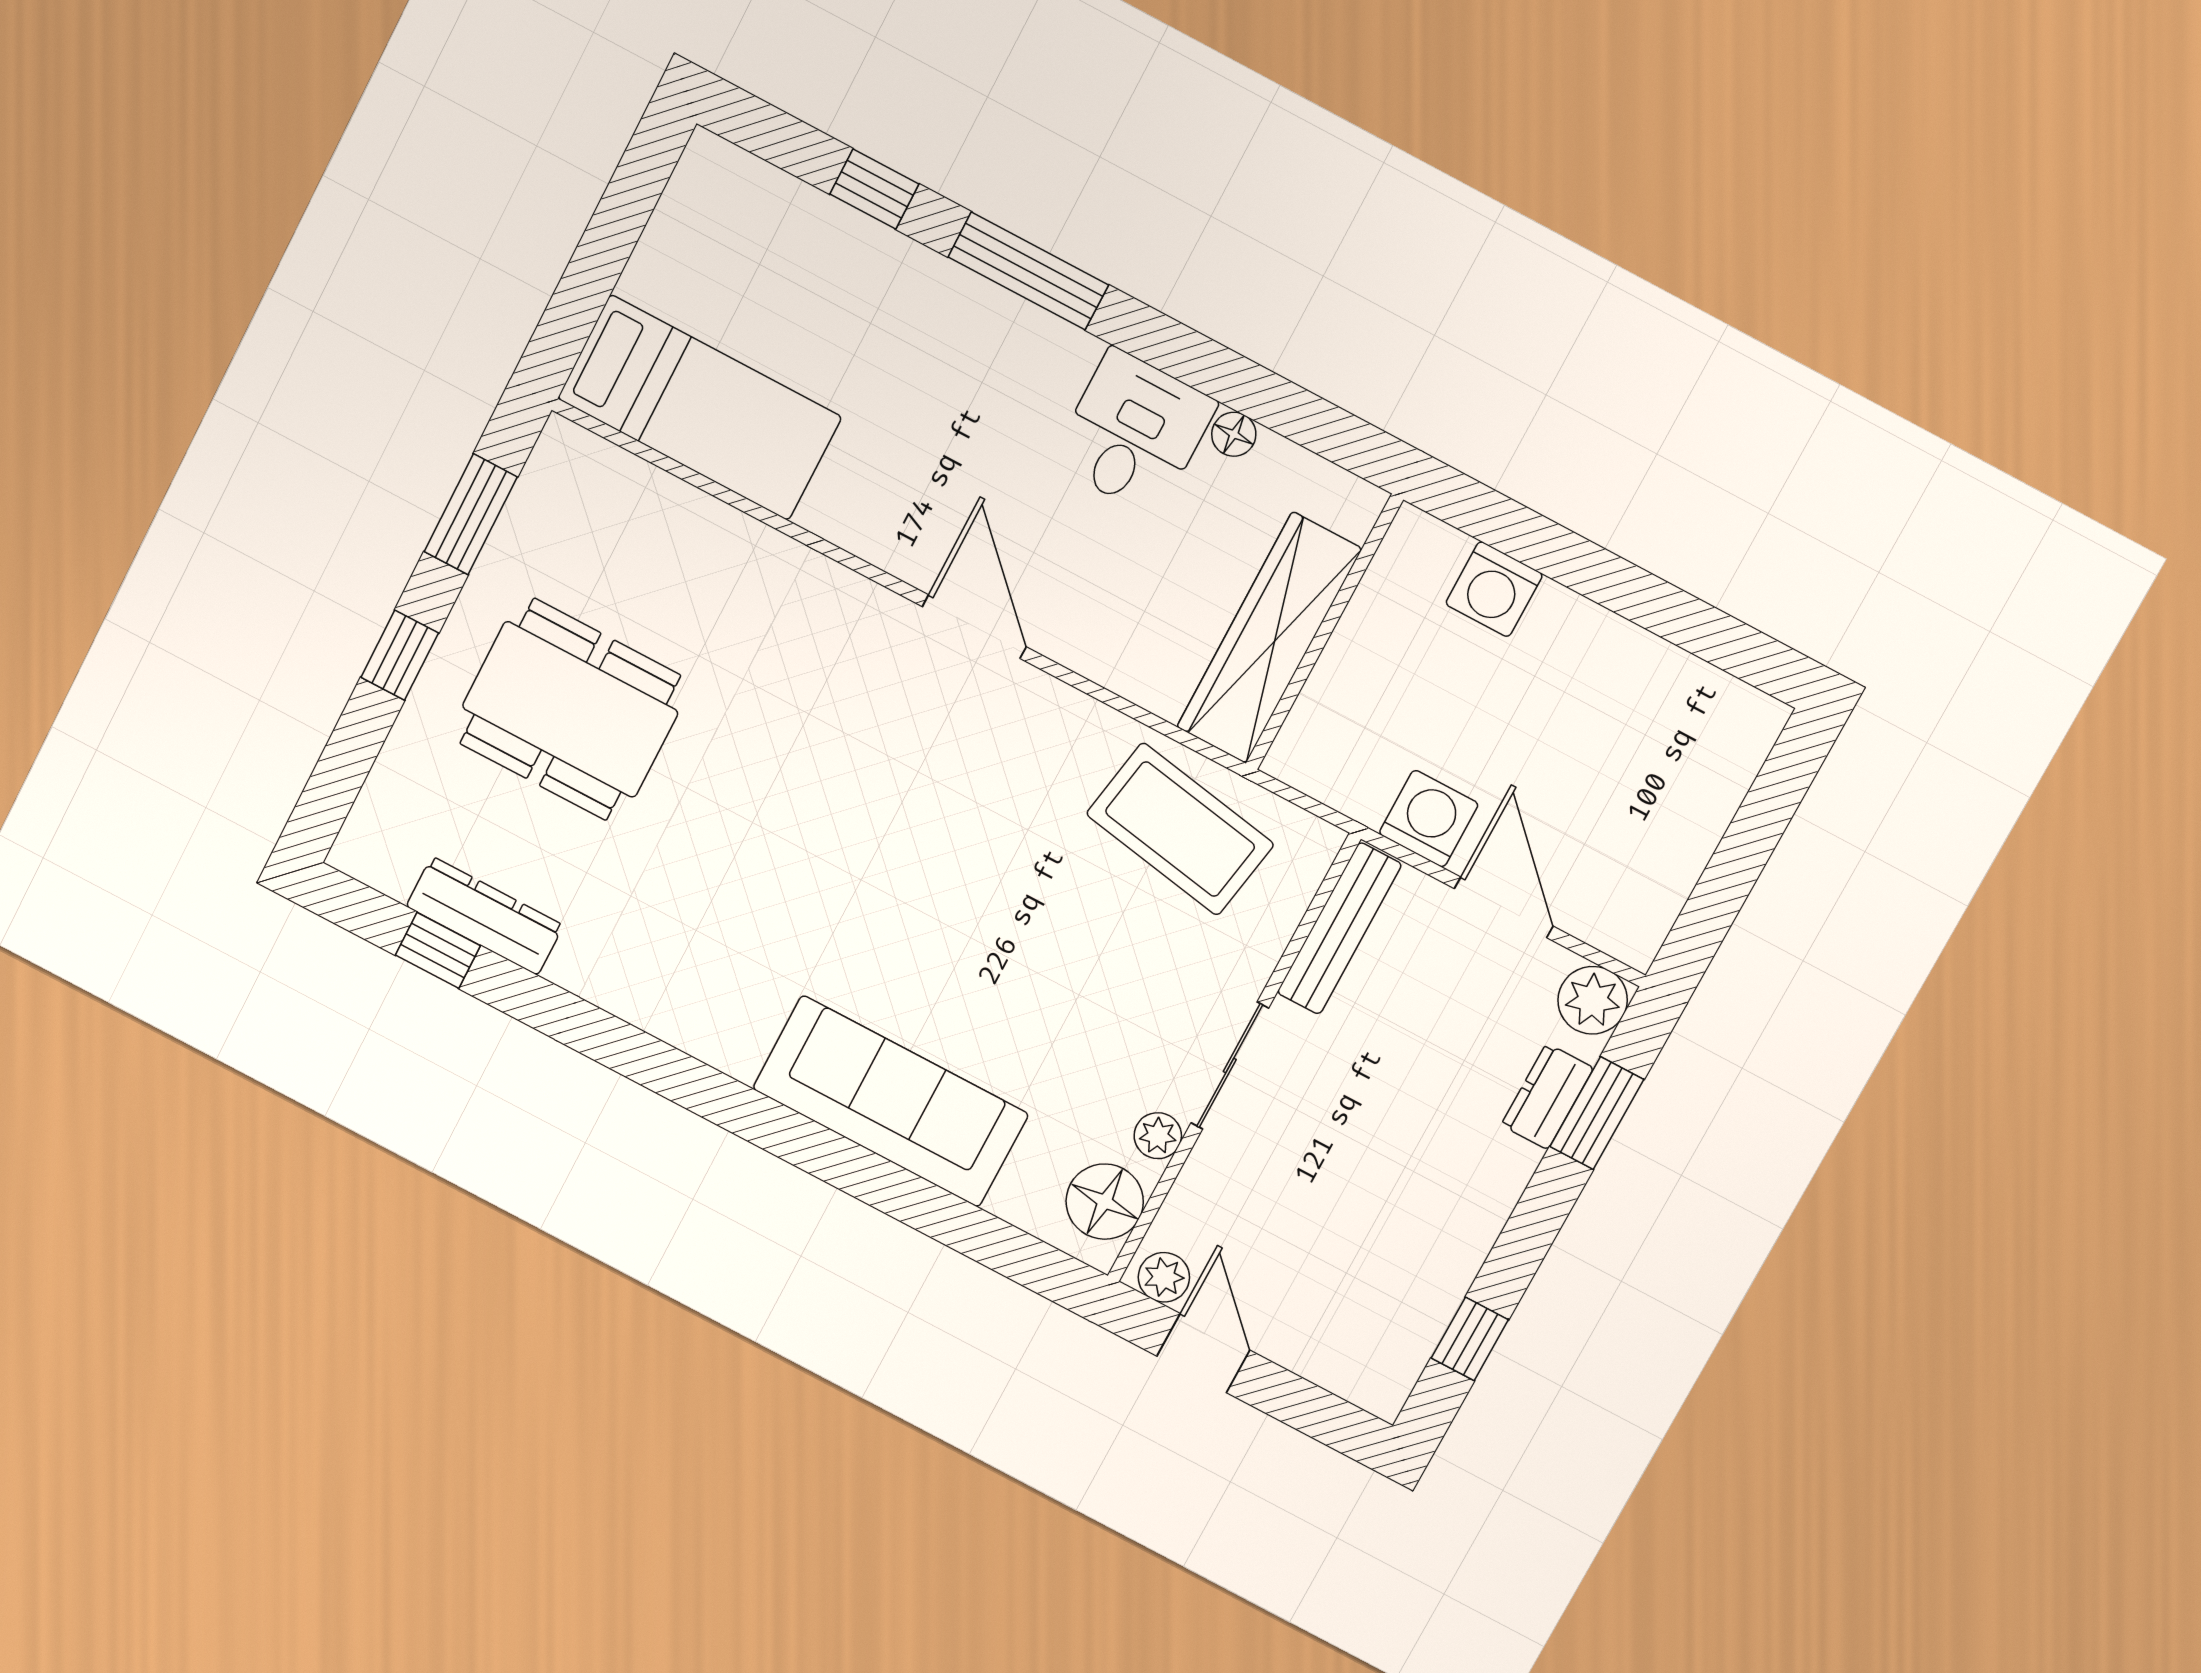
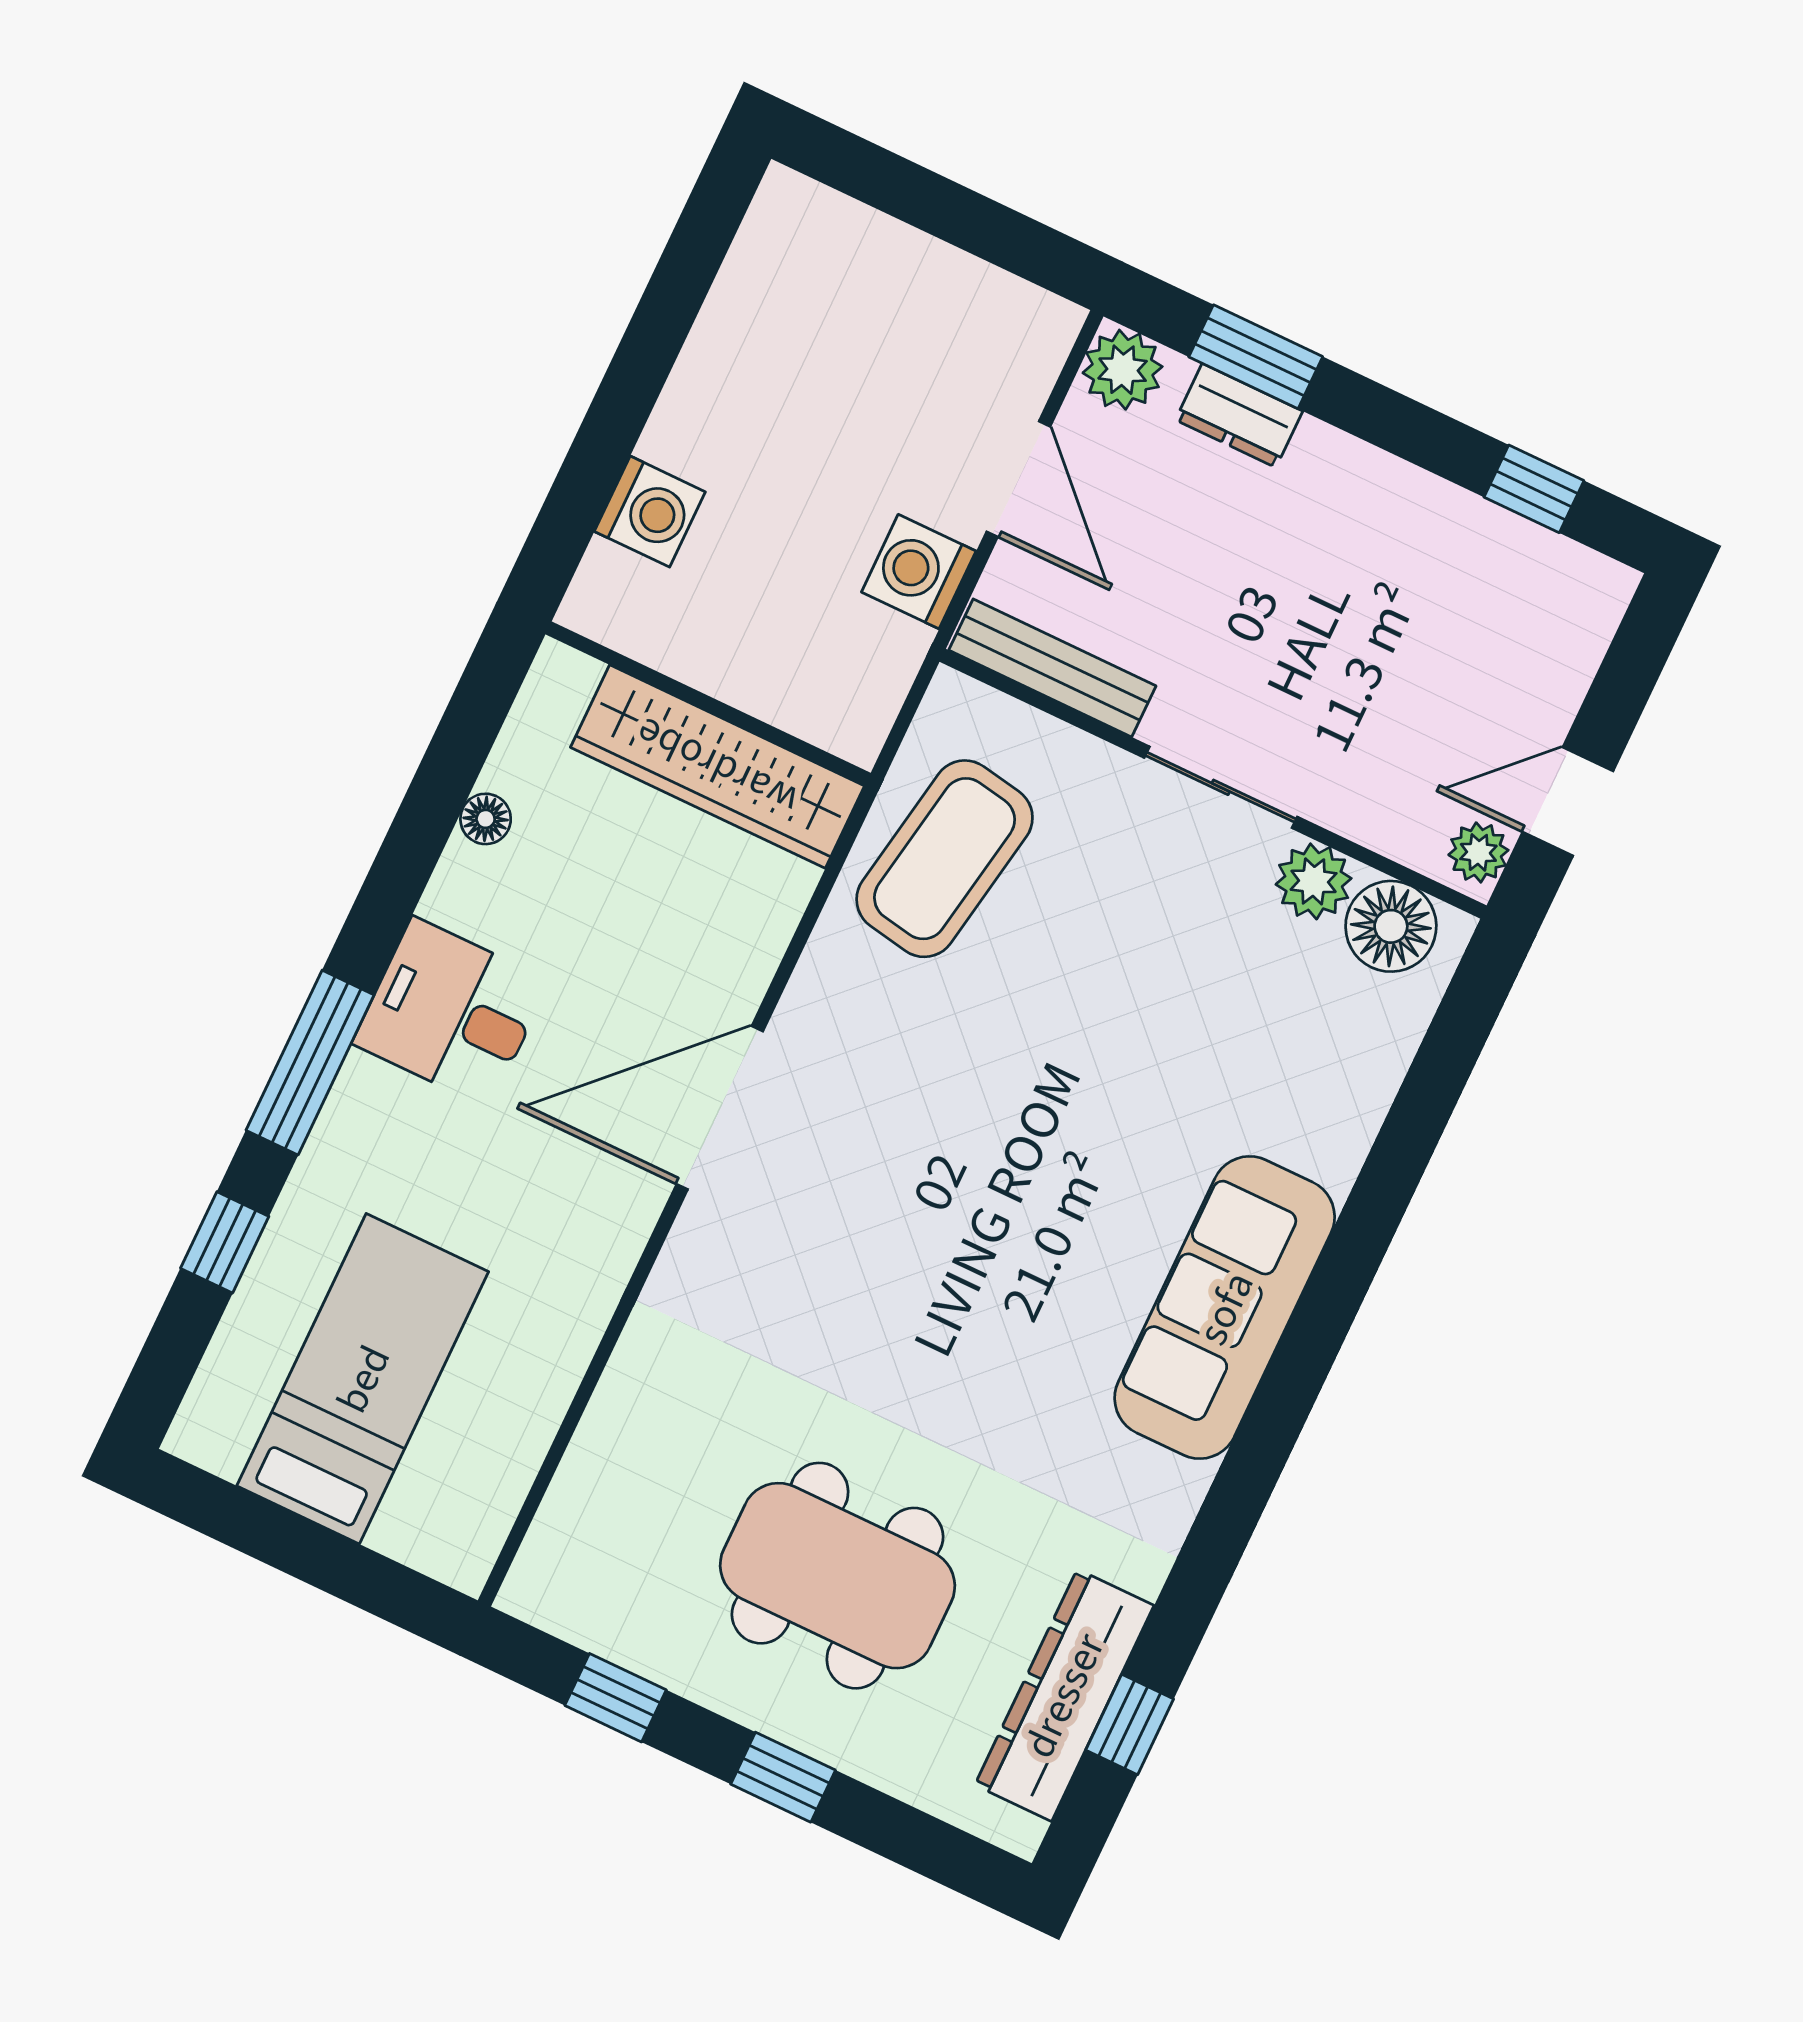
bed: (700, 408) -> (363, 1379), moved
desk: (1134, 432) -> (451, 1012), moved
window: (471, 514) -> (616, 1698), width x0.67
door: (974, 627) -> (720, 1108), width x1.36
dining table: (570, 709) -> (837, 1576), turned 90
door: (1504, 907) -> (1018, 479), swing flipped
dresser: (485, 916) -> (1064, 1695), width x1.37, depth x1.24
sofa: (891, 1101) -> (1225, 1308), moved
plant: (1158, 1136) -> (1314, 881), width x1.38, depth x1.38

